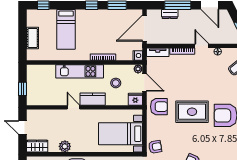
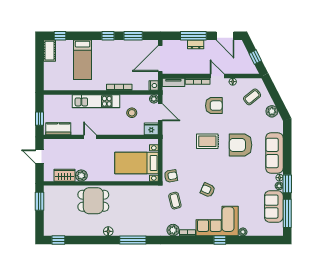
dresser: (170, 14) -> (196, 44), moved
cot: (33, 38) -> (49, 51), moved
kitchen counter: (93, 99) -> (58, 129), moved
armchair: (159, 107) -> (214, 106), moved
rug: (192, 112) -> (207, 141), width x0.73, depth x0.70
wardrobe: (37, 146) -> (64, 175), moved

